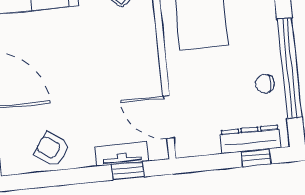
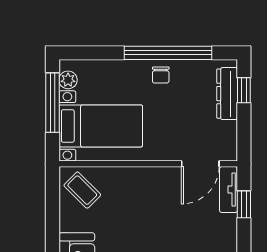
chair: (265, 84) -> (161, 75), moved
tv unit: (122, 154) -> (229, 190), moved

